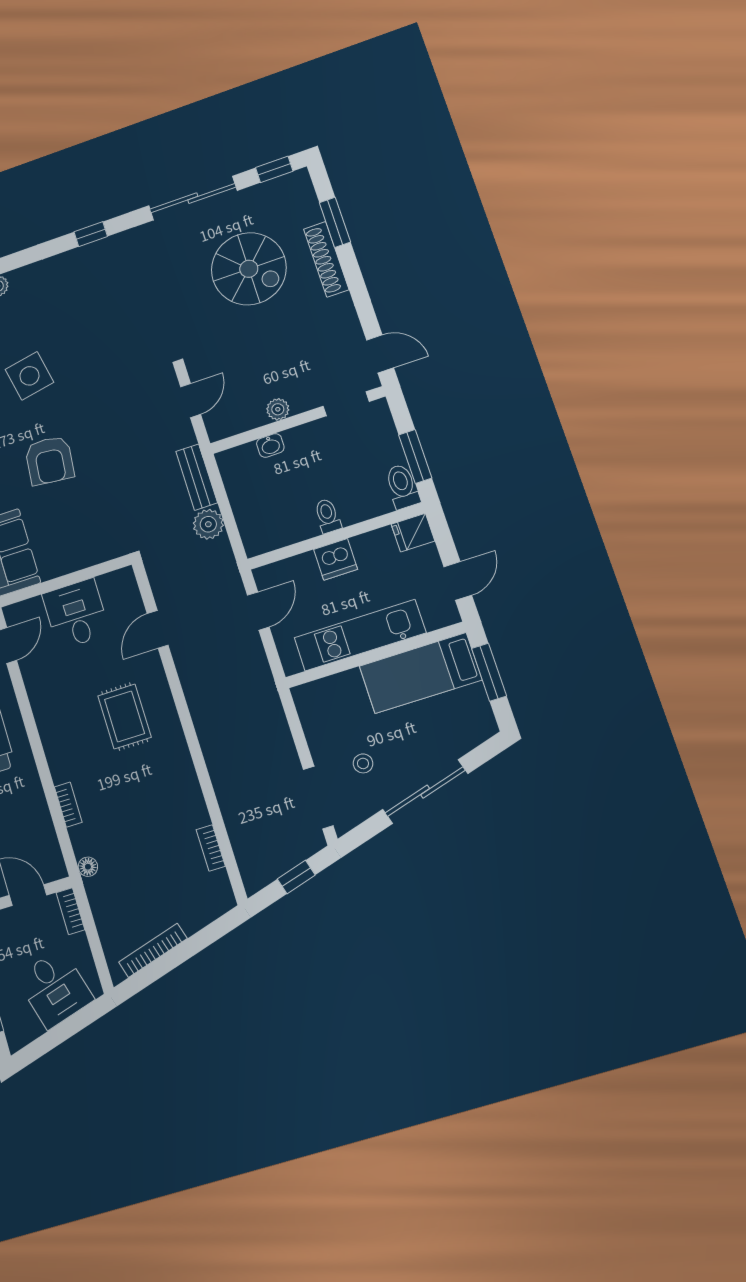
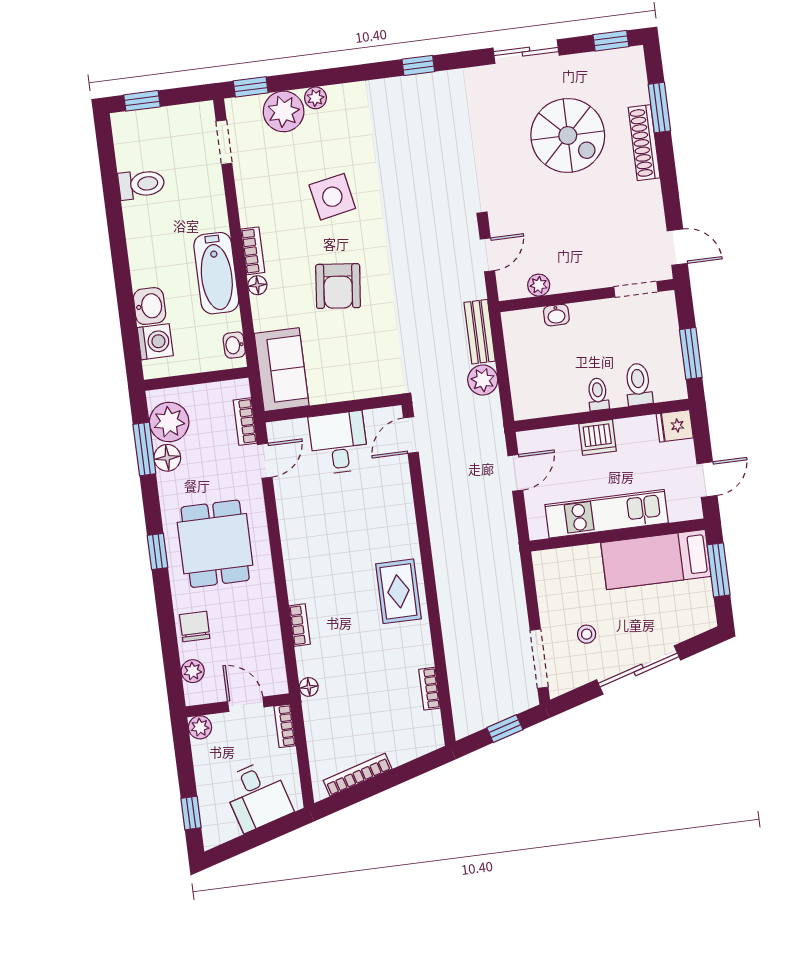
sliding door: (193, 198) -> (526, 52), width x0.73
plant: (278, 409) -> (539, 285), moved
toilet: (402, 486) -> (638, 384), moved
door: (158, 629) -> (411, 435), moved
rug: (125, 716) -> (398, 591), moved

